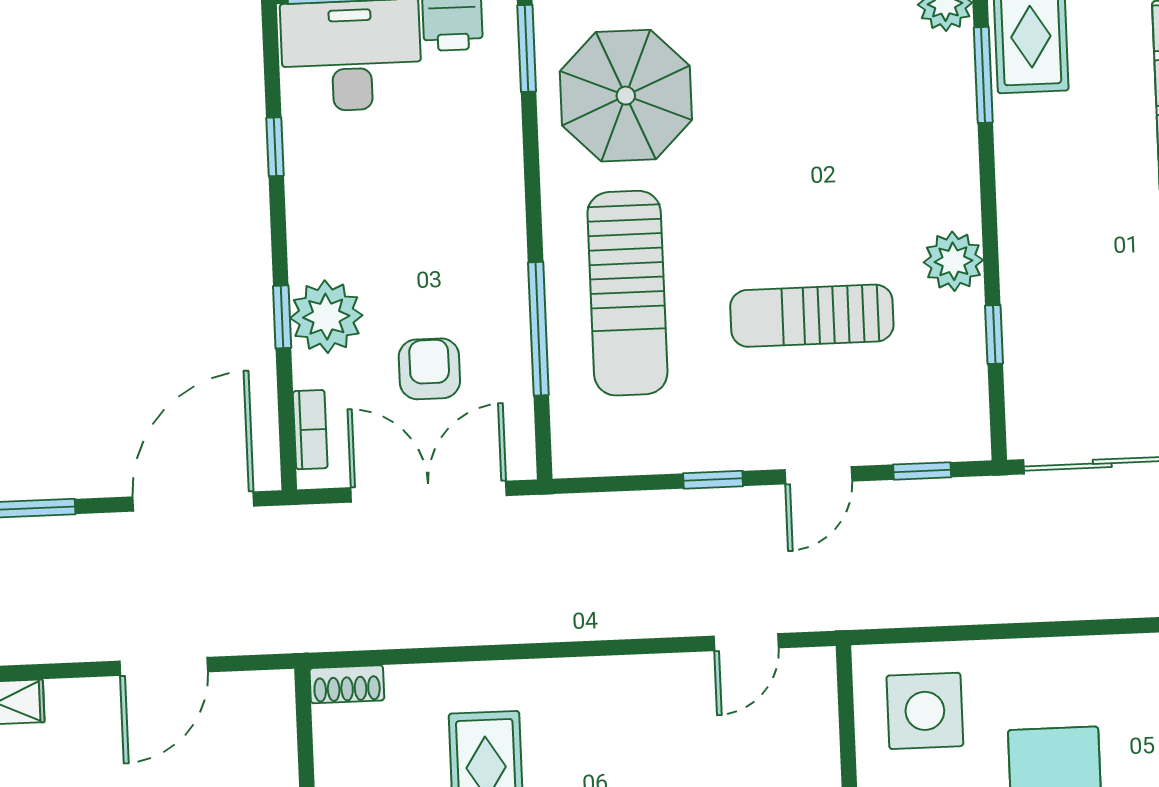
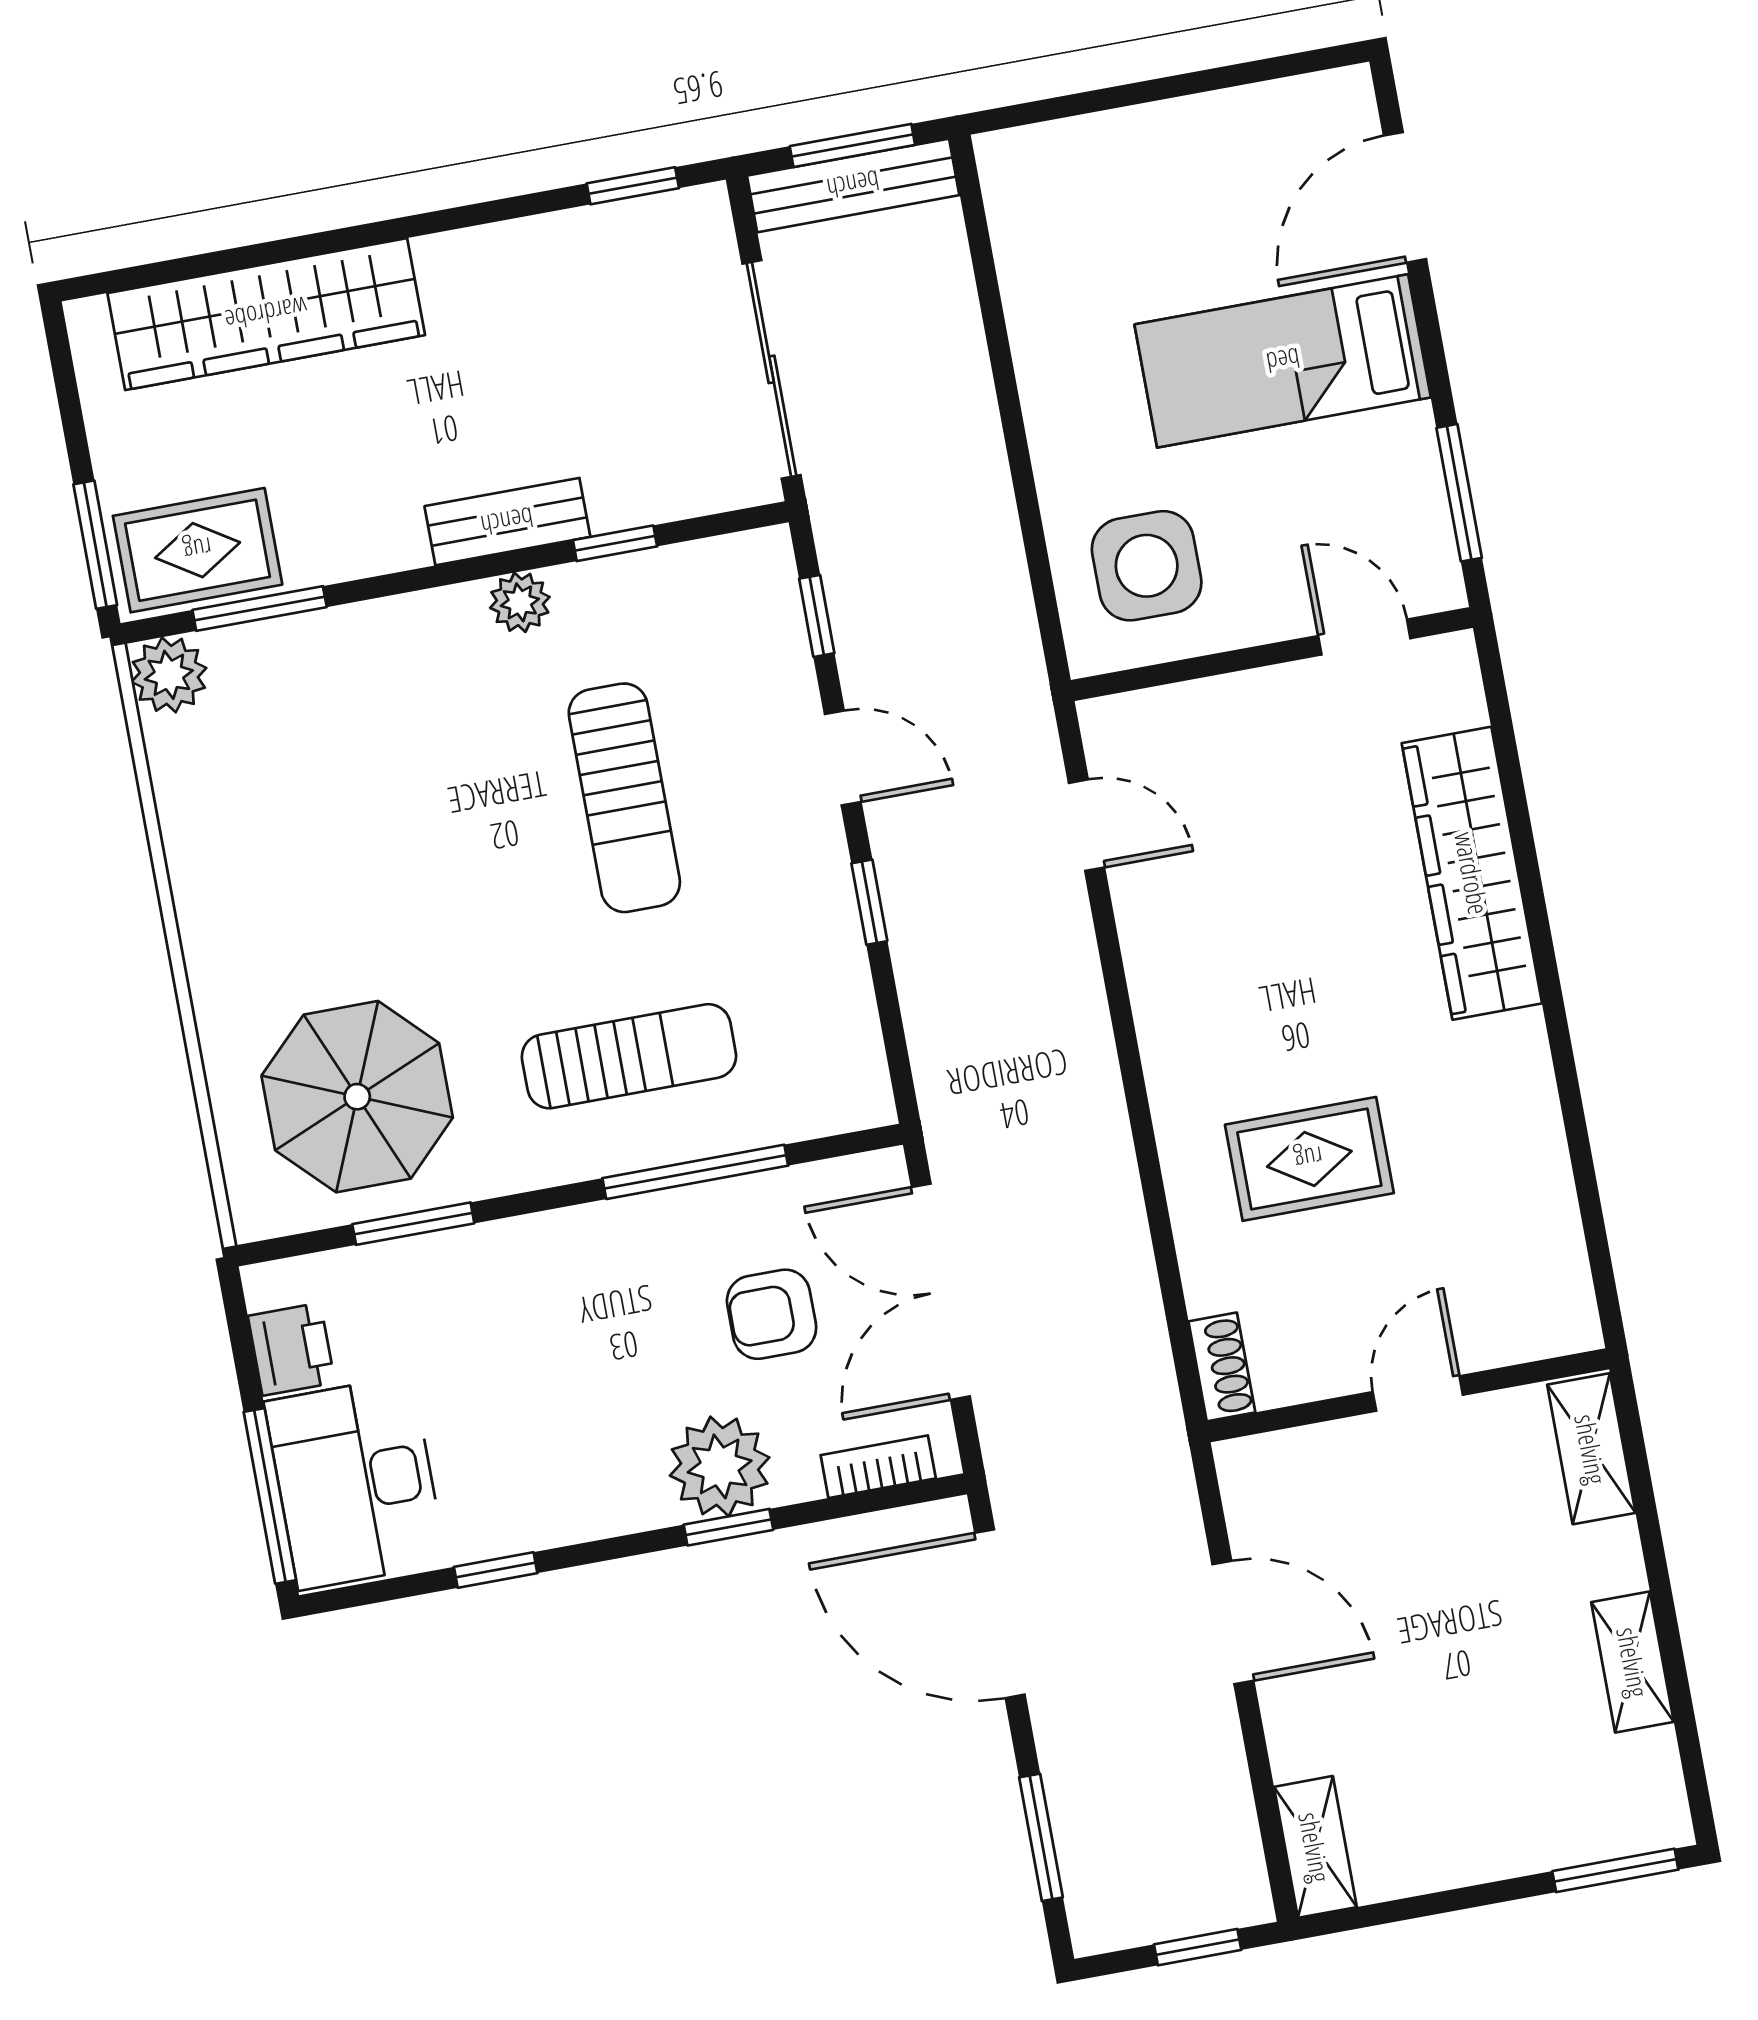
window: (527, 48) -> (413, 1224), moved
bench: (1020, 260) -> (507, 522), added
plant: (953, 261) -> (520, 602), width x0.73, depth x0.73
sun lounger: (627, 293) -> (629, 1056), width x0.73, depth x0.75

